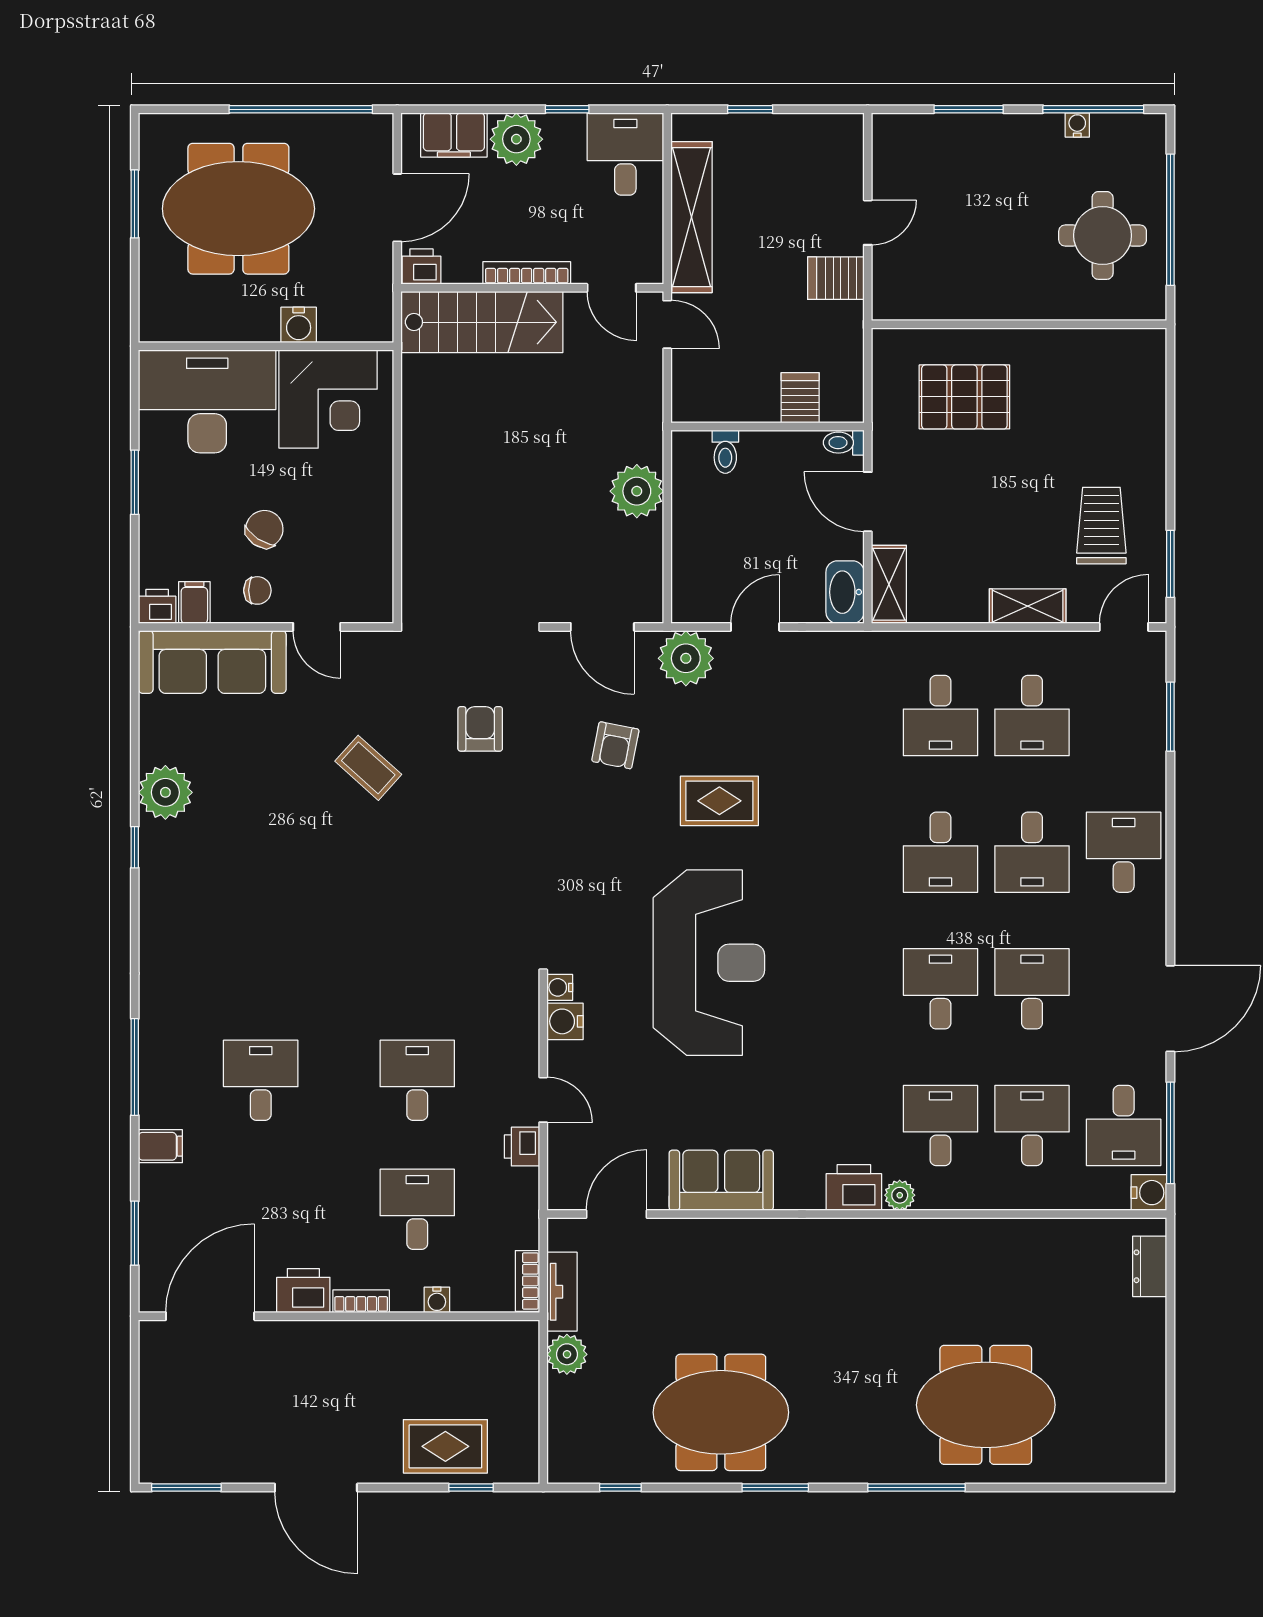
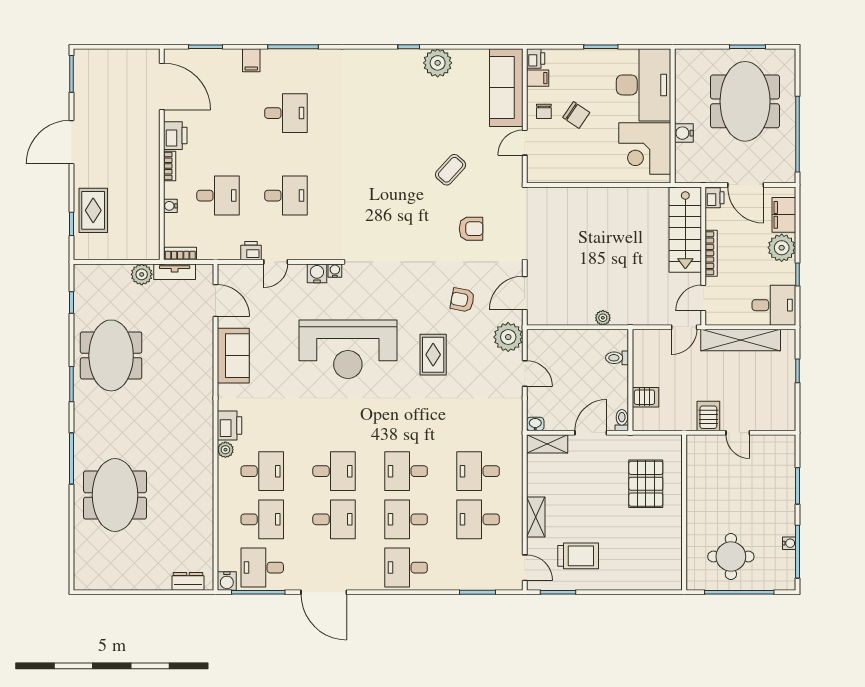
plant: (637, 491) -> (603, 318), width x0.53, depth x0.53
washbasin: (845, 592) -> (535, 424), width x0.52, depth x0.69
desk: (1124, 852) -> (406, 568), turned 180

